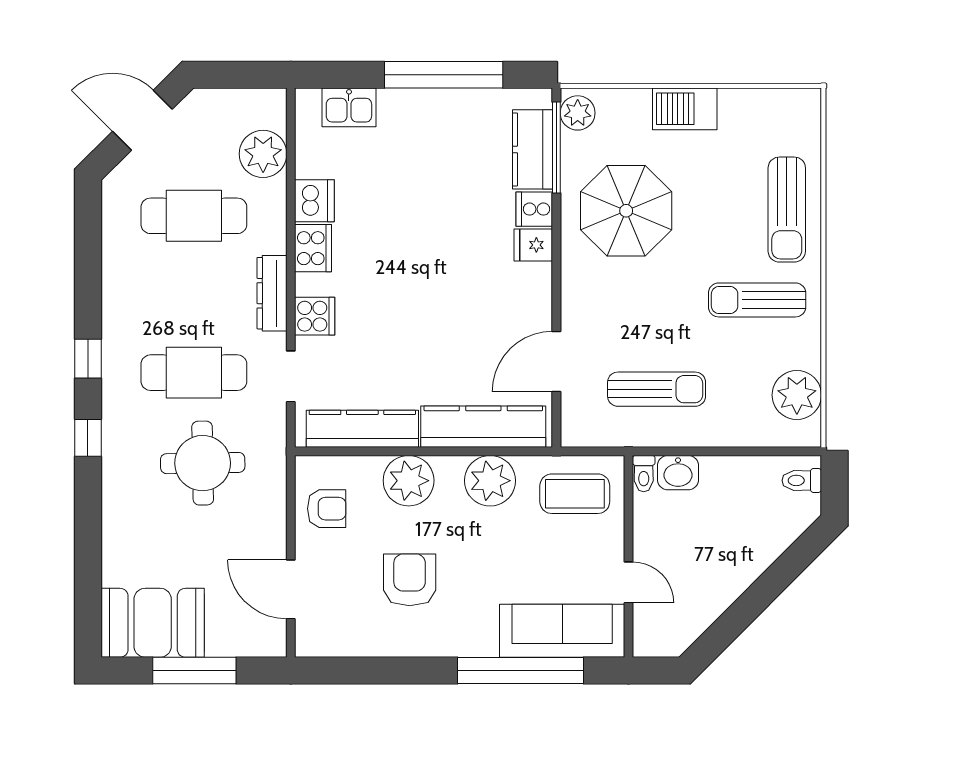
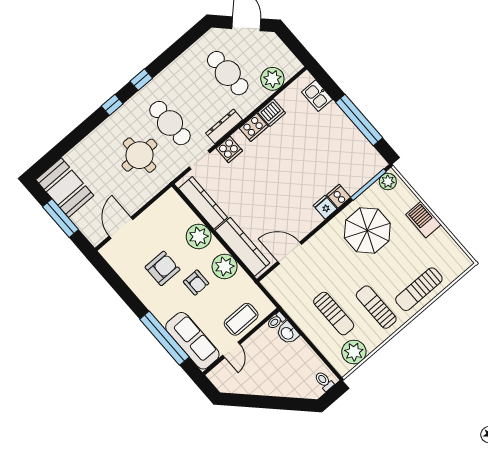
kitchen counter: (533, 149) -> (360, 177), removed
sun lounger: (657, 389) -> (334, 314), moved
coffee table: (575, 494) -> (241, 319), moved, turned 90
armchair: (327, 509) -> (196, 283), moved

